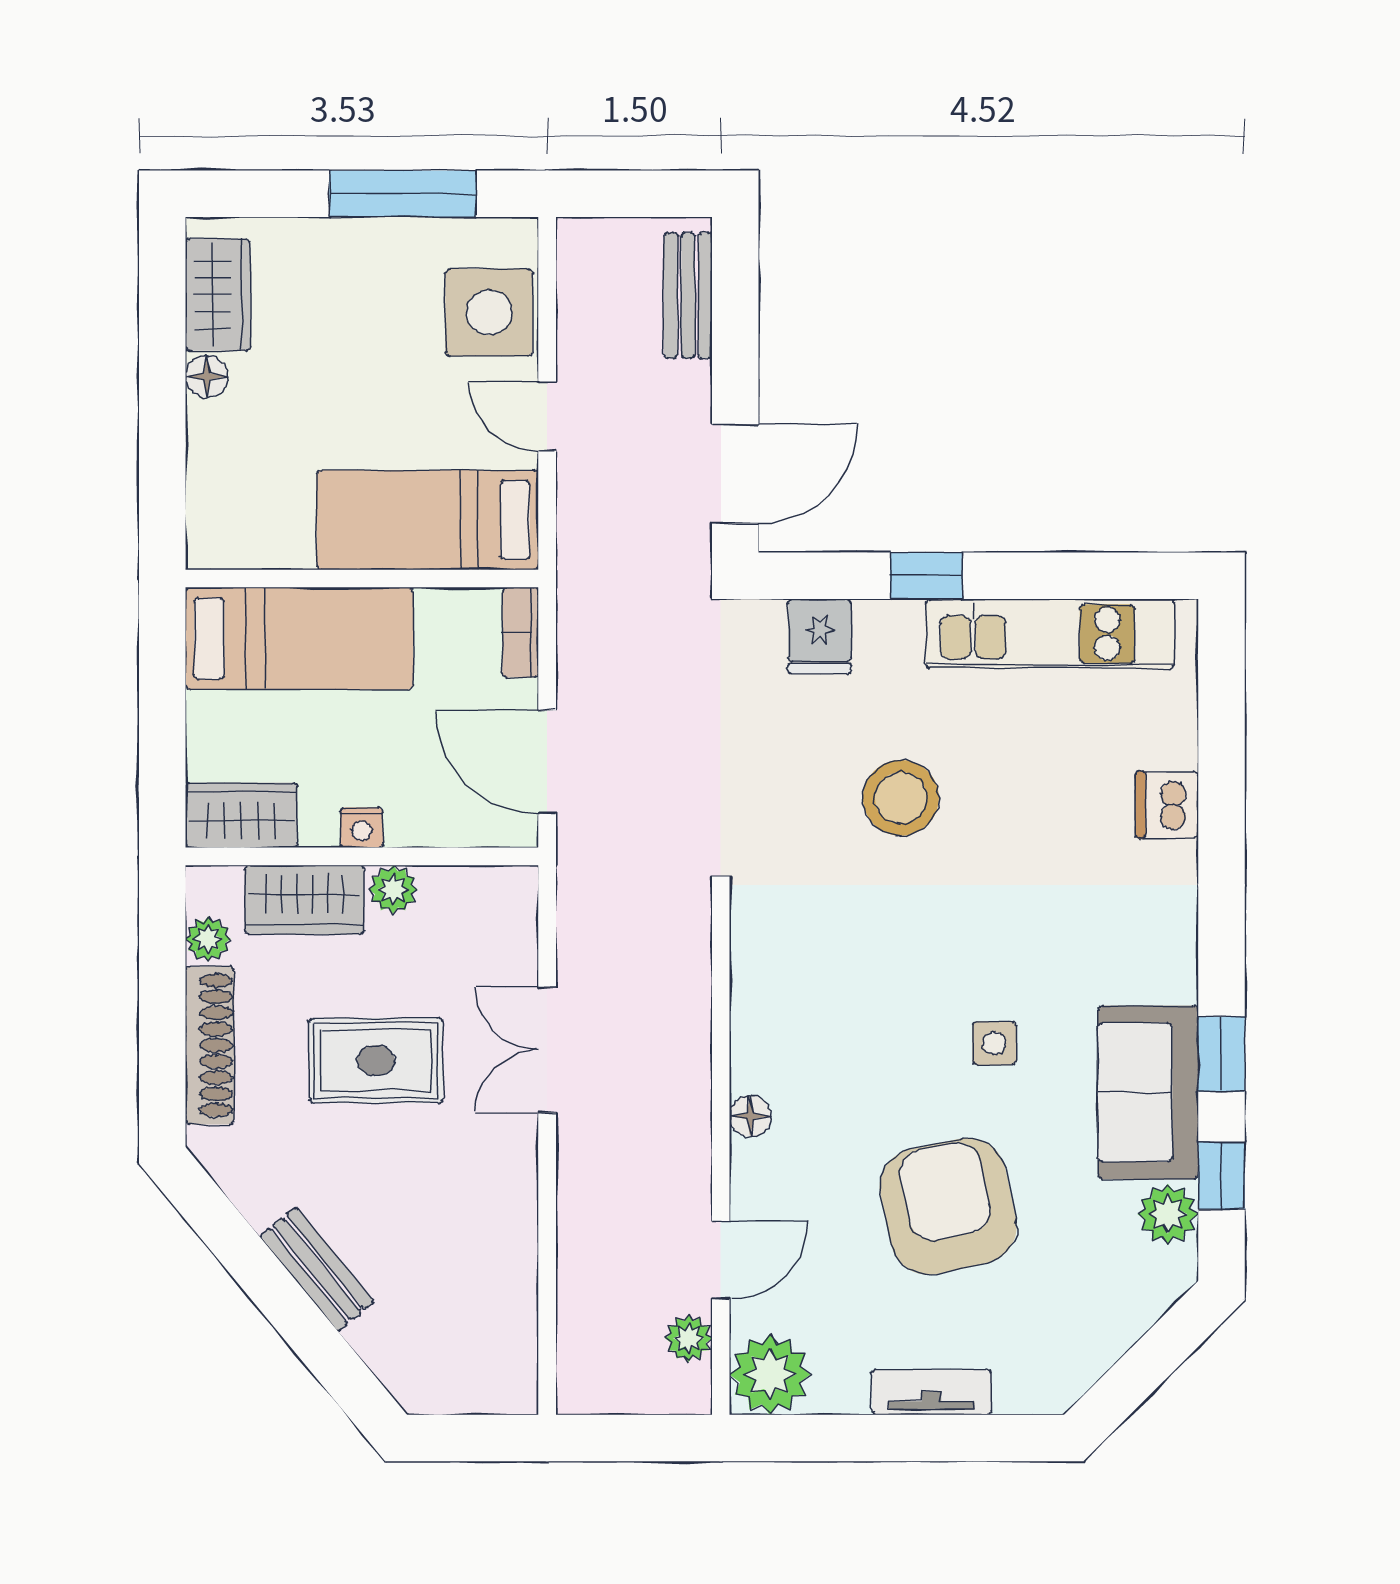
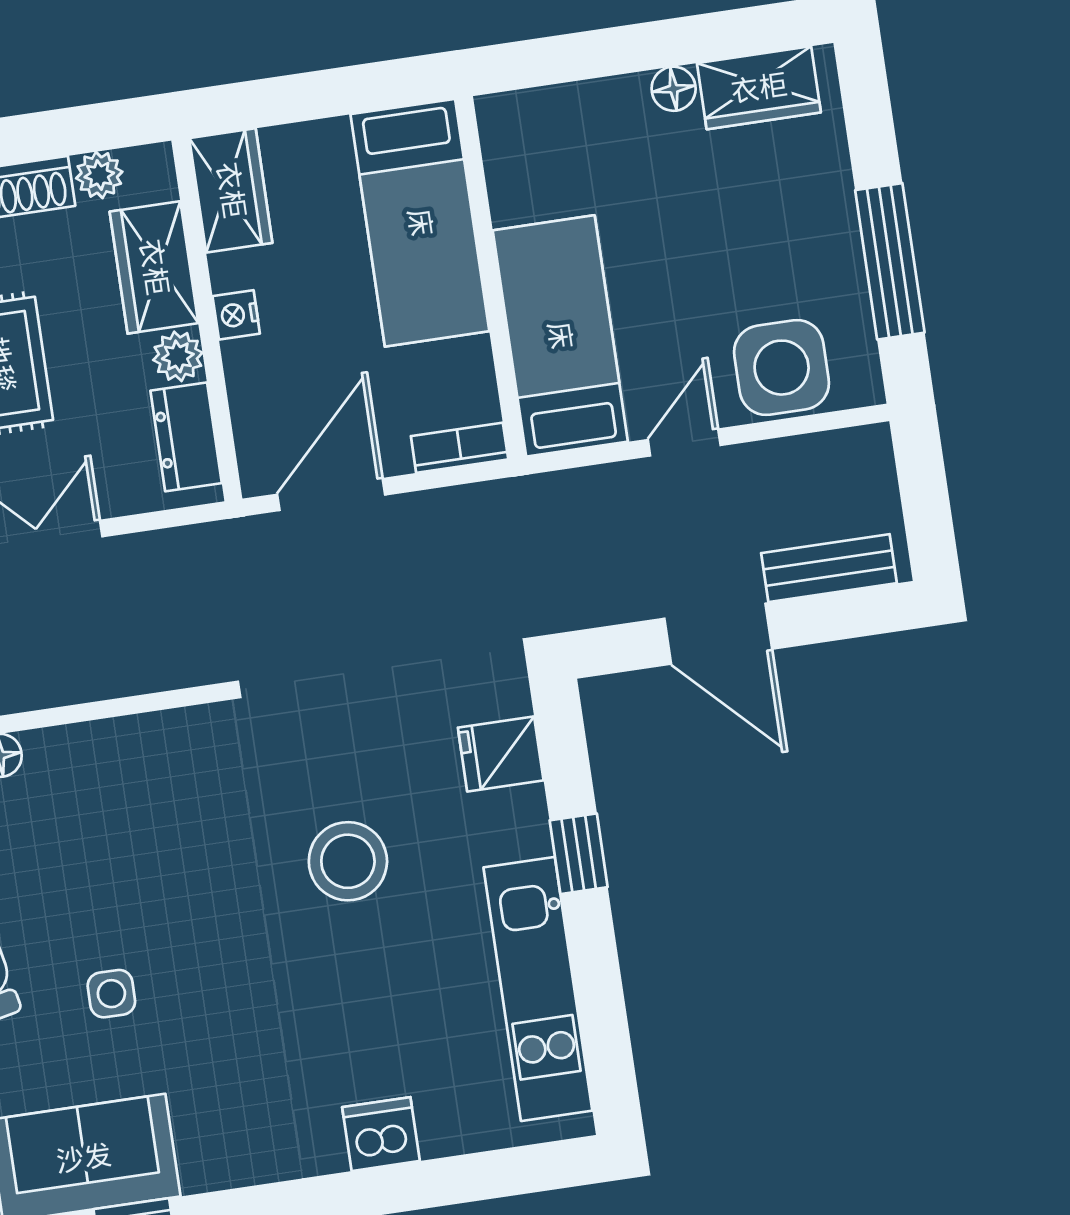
door: (735, 474) -> (718, 634), moved
dresser: (471, 893) -> (186, 437), added

